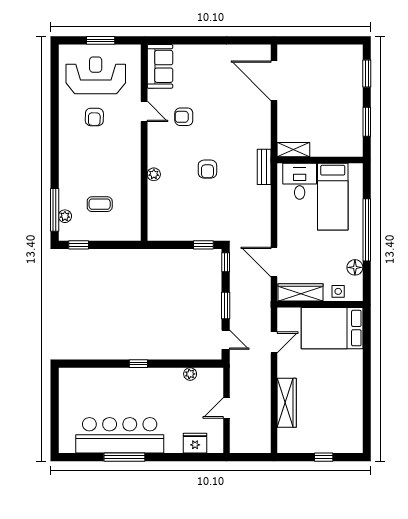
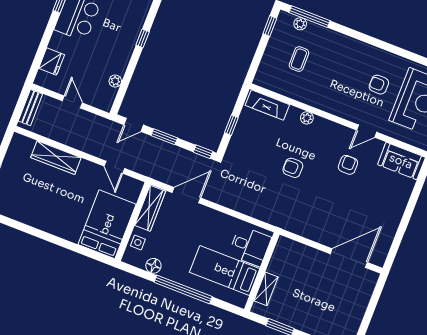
shelving: (293, 150) -> (266, 289), moved
bench: (264, 167) -> (30, 108), moved, turned 90
fireplace: (156, 217) -> (267, 105), added
window: (203, 245) -> (231, 125), moved

